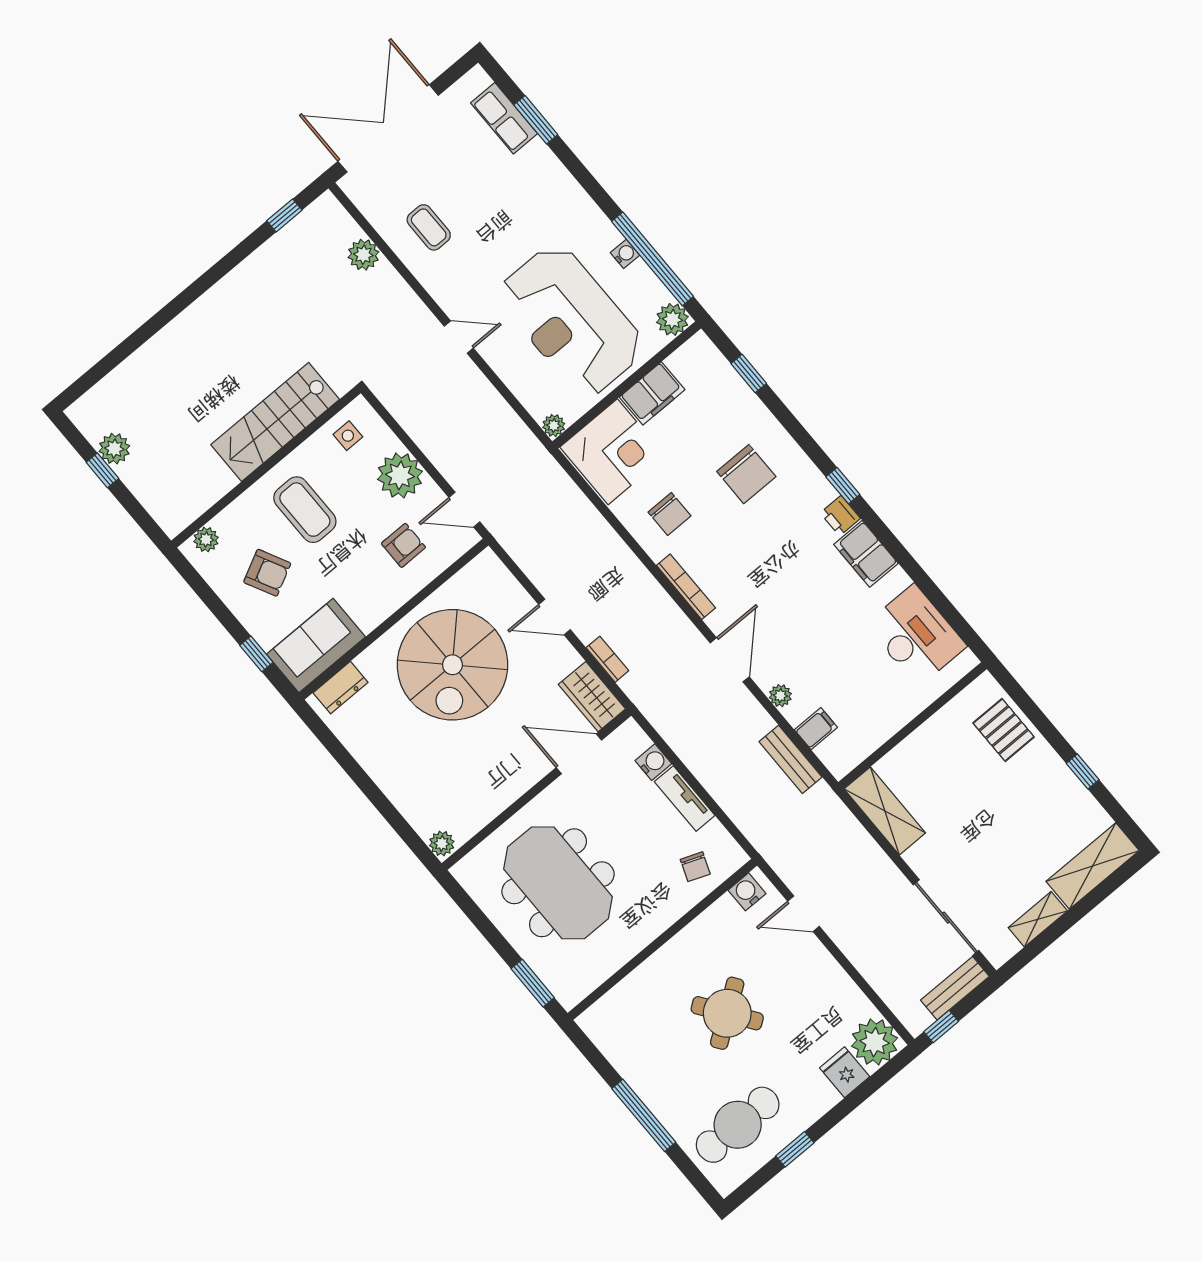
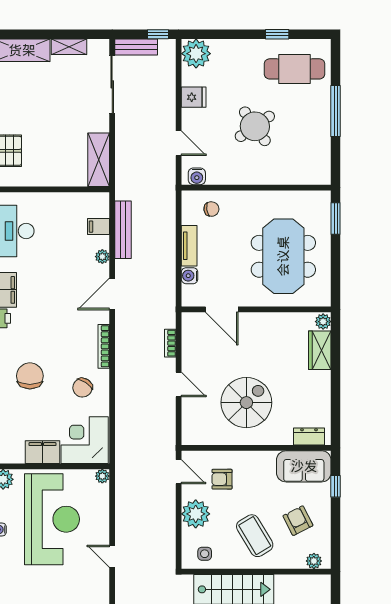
coffee table: (305, 510) -> (255, 536), turned -31
chair: (669, 514) -> (83, 388), turned -146
spiral stairs: (452, 665) -> (246, 403), width x0.73, depth x0.73
wardrobe: (592, 697) -> (320, 350), moved, turned 180
bench: (791, 759) -> (123, 230), width x1.36
chair: (695, 867) -> (211, 209), turned 61
fridge: (845, 1072) -> (194, 97), moved, turned -90

